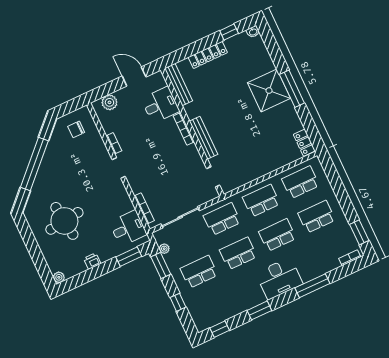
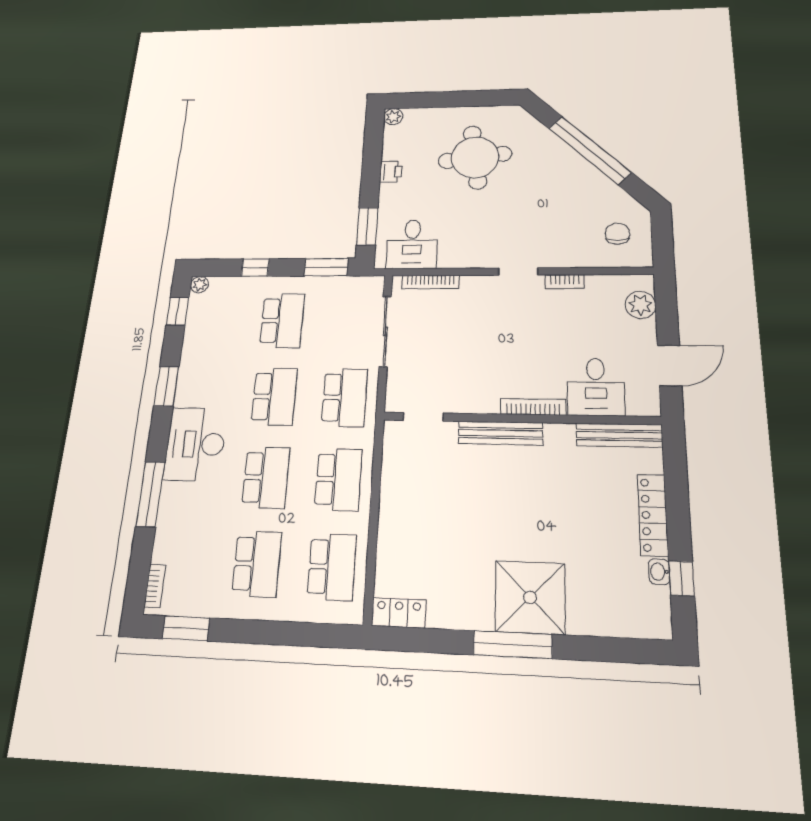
washbasin: (253, 32) -> (659, 572), moved
plant: (164, 249) -> (200, 285), moved

